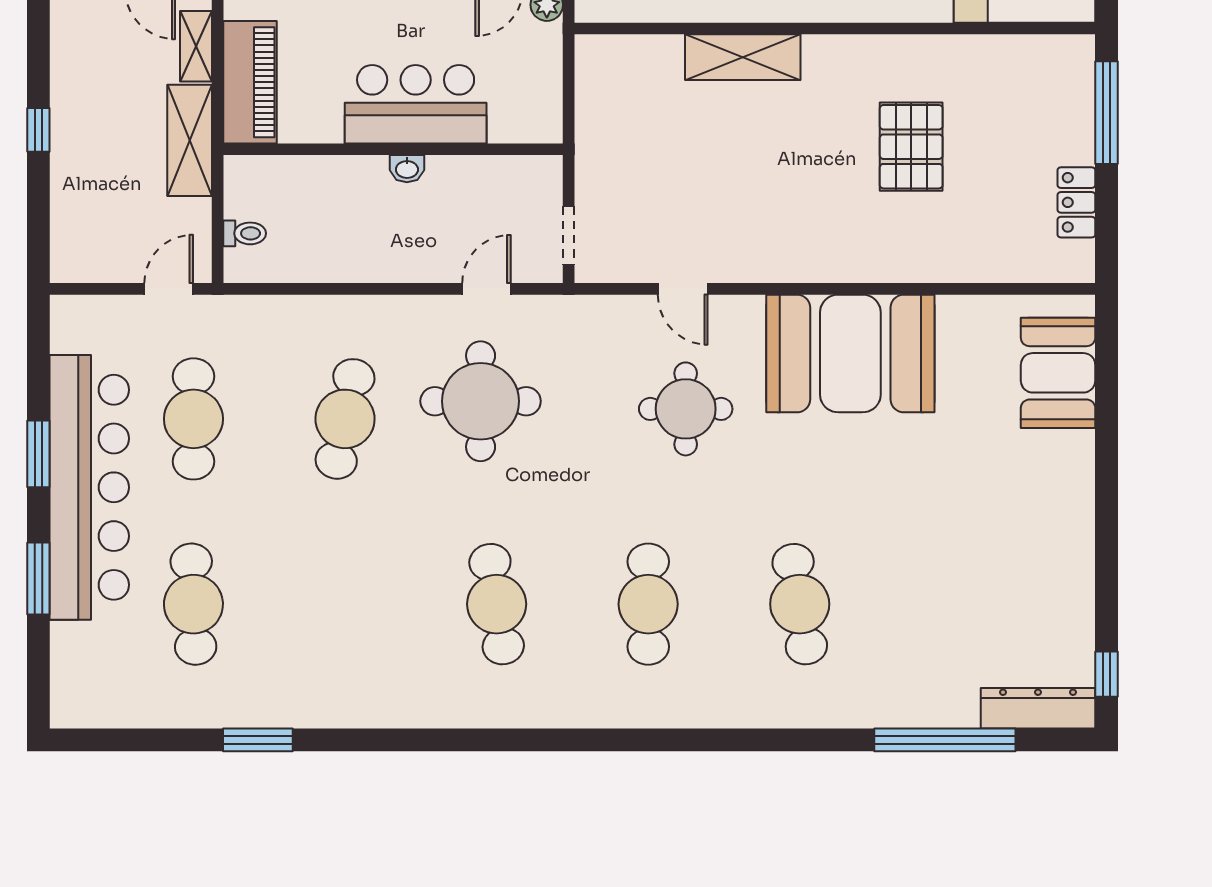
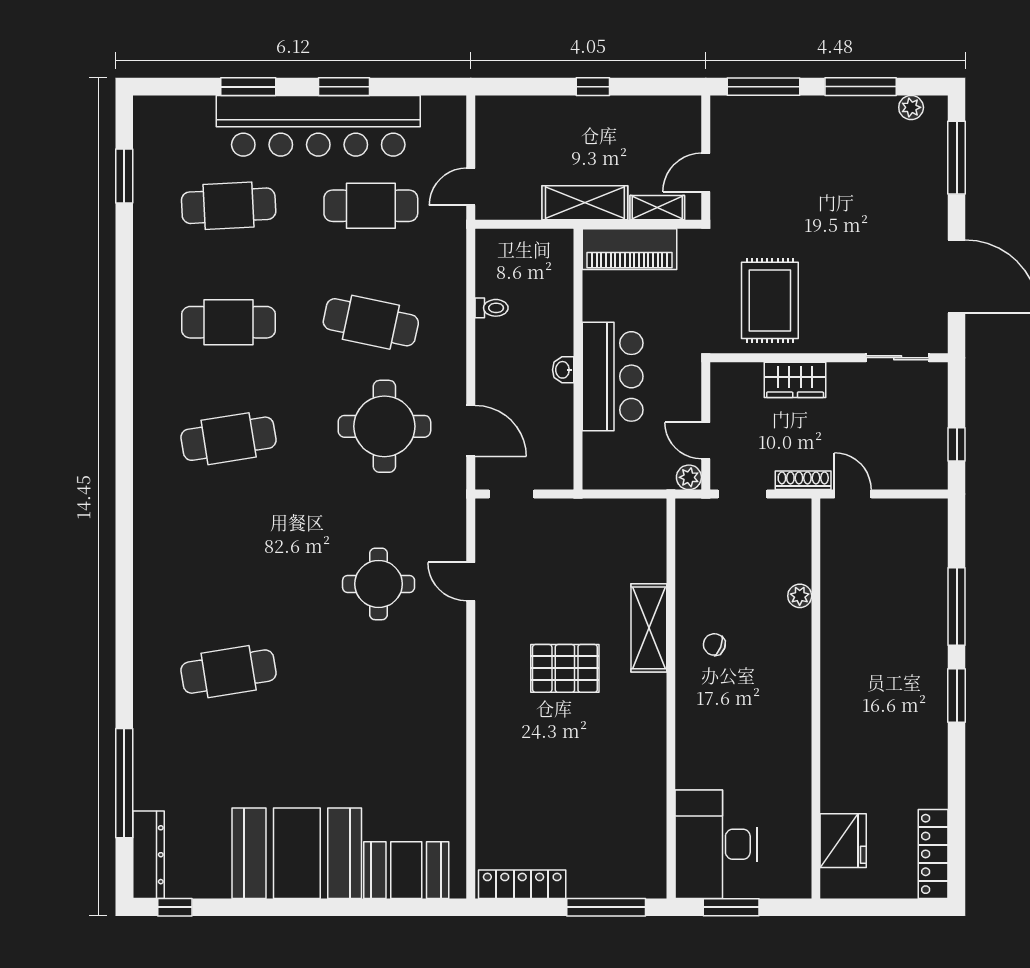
pallet: (911, 147) -> (565, 668), moved
locker: (1076, 202) -> (522, 884), width x1.53
toilet: (245, 233) -> (492, 308), moved, turned -90
door: (169, 289) -> (471, 187), swing flipped
door: (486, 289) -> (471, 431), width x1.37
door: (683, 289) -> (471, 582), hinge flipped
booth: (850, 353) -> (297, 853), moved, turned 90
cafe table: (648, 604) -> (229, 322), moved
window: (258, 740) -> (124, 176), moved

